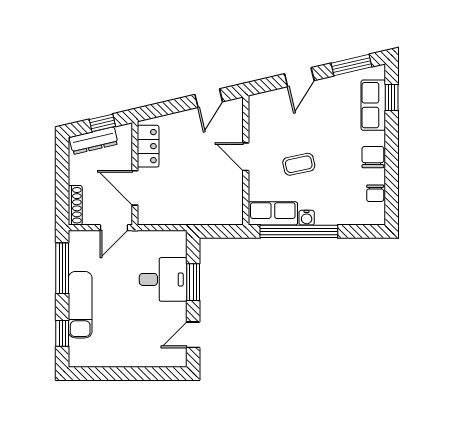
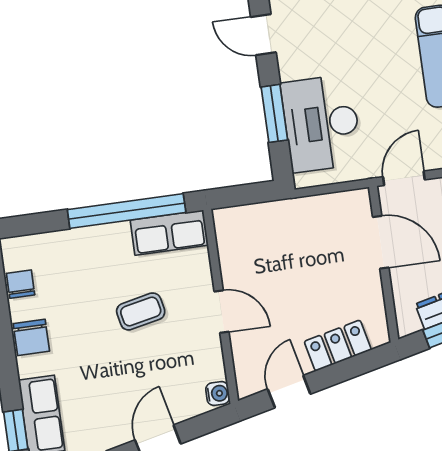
locker: (148, 146) -> (338, 346), moved, turned 77
water cooler: (307, 218) -> (218, 393), moved, turned 90
desk: (163, 279) -> (321, 123), width x1.37
door: (193, 335) -> (263, 35), swing flipped

